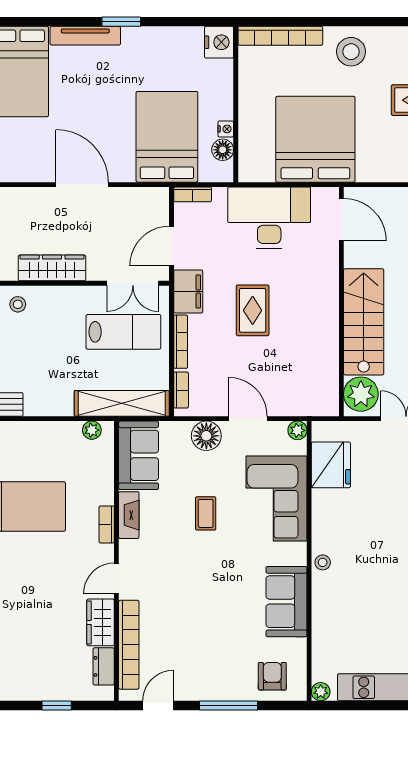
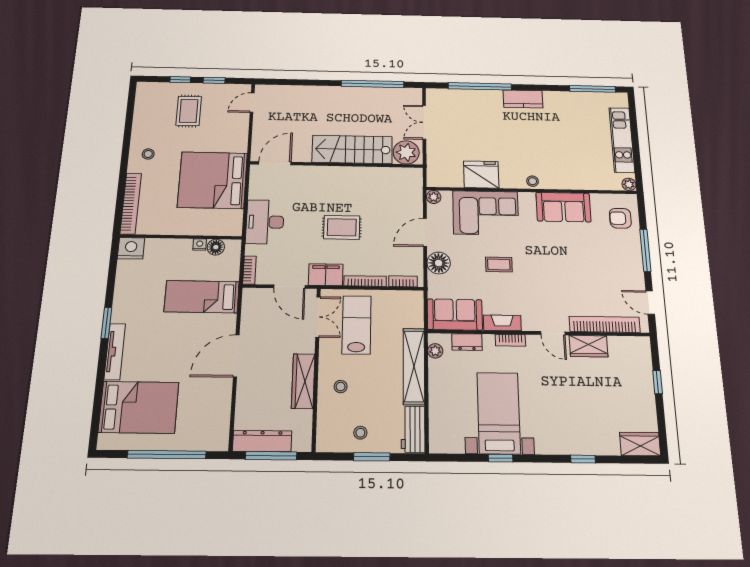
stool: (351, 52) -> (148, 154), width x0.53, depth x0.53
bed: (167, 137) -> (202, 297), width x0.67
desk: (269, 218) -> (265, 222), width x0.73, depth x0.77
stool: (18, 304) -> (341, 387), moved
shelving: (122, 403) -> (414, 366), moved
fridge: (331, 465) -> (481, 174), moved
dresser: (104, 666) -> (467, 342), moved

